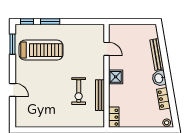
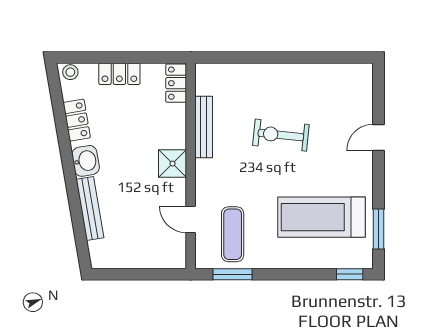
window: (50, 21) -> (233, 274), moved
exercise mat: (86, 42) -> (233, 234), added
door: (12, 90) -> (379, 137), hinge flipped
exercise bike: (79, 91) -> (281, 135), moved, turned -84
locker: (142, 122) -> (119, 74), added

